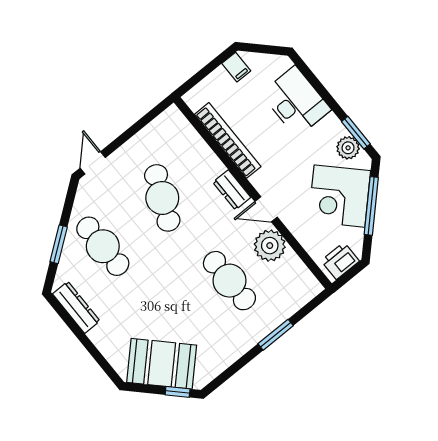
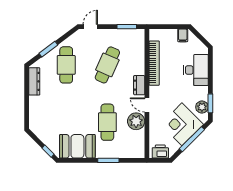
window: (145, 120) -> (127, 27), added
booth: (162, 364) -> (77, 146), moved, turned -45

